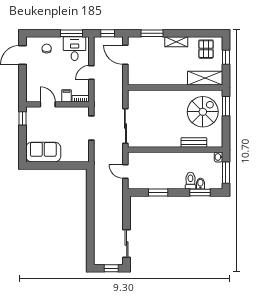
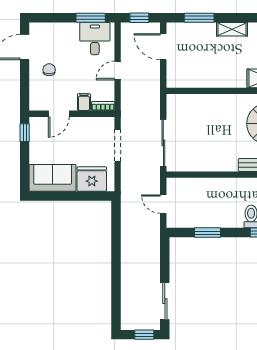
chair: (47, 49) -> (49, 70), moved
door: (48, 104) -> (59, 114), swing flipped
fridge: (72, 153) -> (92, 179), added

